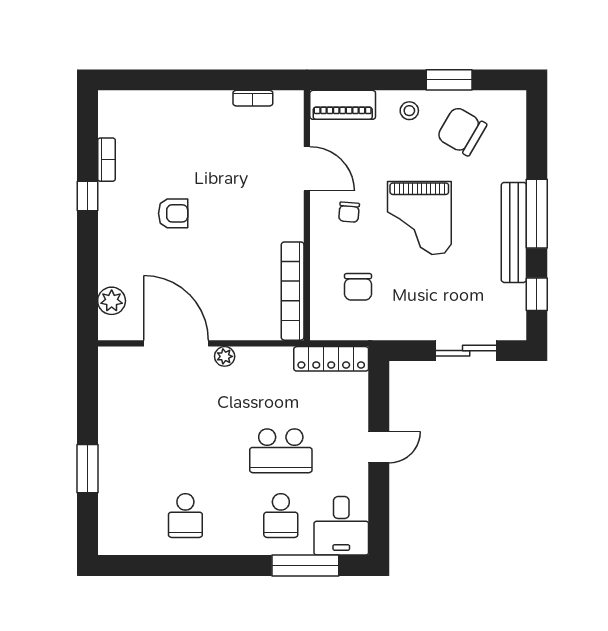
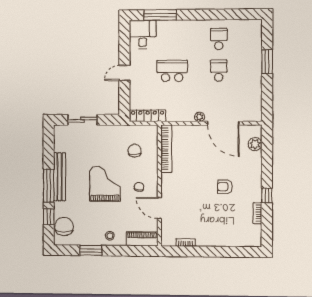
chair: (462, 131) -> (64, 226), moved, turned -120
window: (537, 294) -> (49, 217), moved
school desk: (281, 516) -> (219, 71), moved

